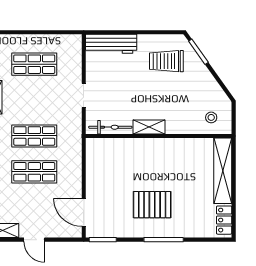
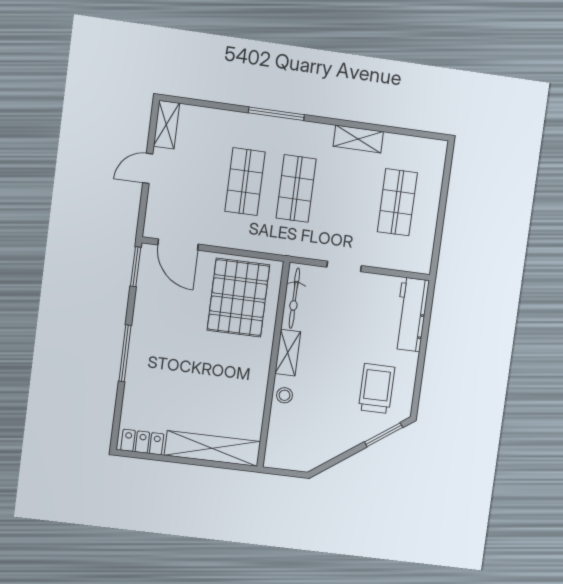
stool: (211, 117) -> (285, 395), moved
pallet: (152, 205) -> (238, 298), moved, width x1.37, depth x1.41
door: (84, 212) -> (178, 245), swing flipped

